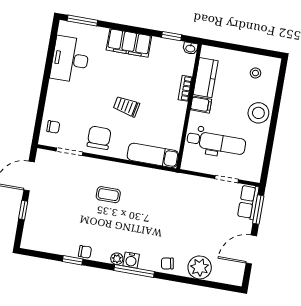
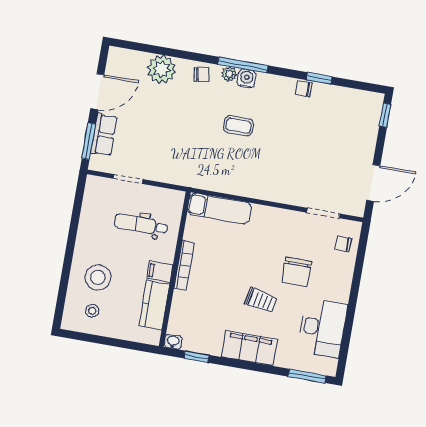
bookcase: (185, 88) -> (184, 265), moved, width x1.56
trolley: (126, 106) -> (261, 300), moved
stool: (258, 113) -> (98, 277), moved
chair: (99, 138) -> (296, 272), moved
dental chair: (216, 142) -> (141, 225), width x0.73, depth x0.72
coffee table: (108, 195) -> (239, 126), moved
row of seats: (248, 202) -> (104, 135), moved
window: (23, 210) -> (385, 115), moved
plant: (117, 259) -> (229, 74), moved

